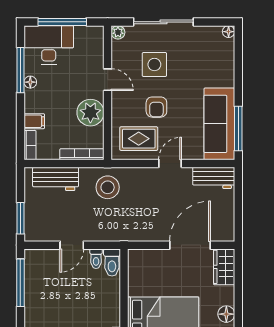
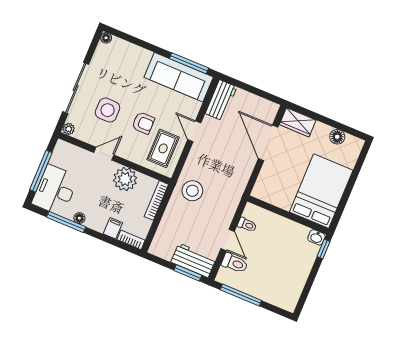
workbench: (56, 179) -> (193, 260), moved, turned -90
toilet: (112, 262) -> (235, 263), moved

